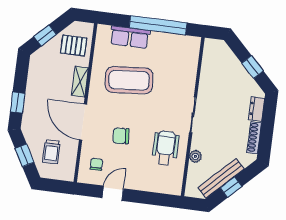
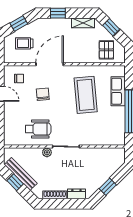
shelving: (80, 82) -> (83, 23), moved
plant: (195, 156) -> (47, 152), moved

